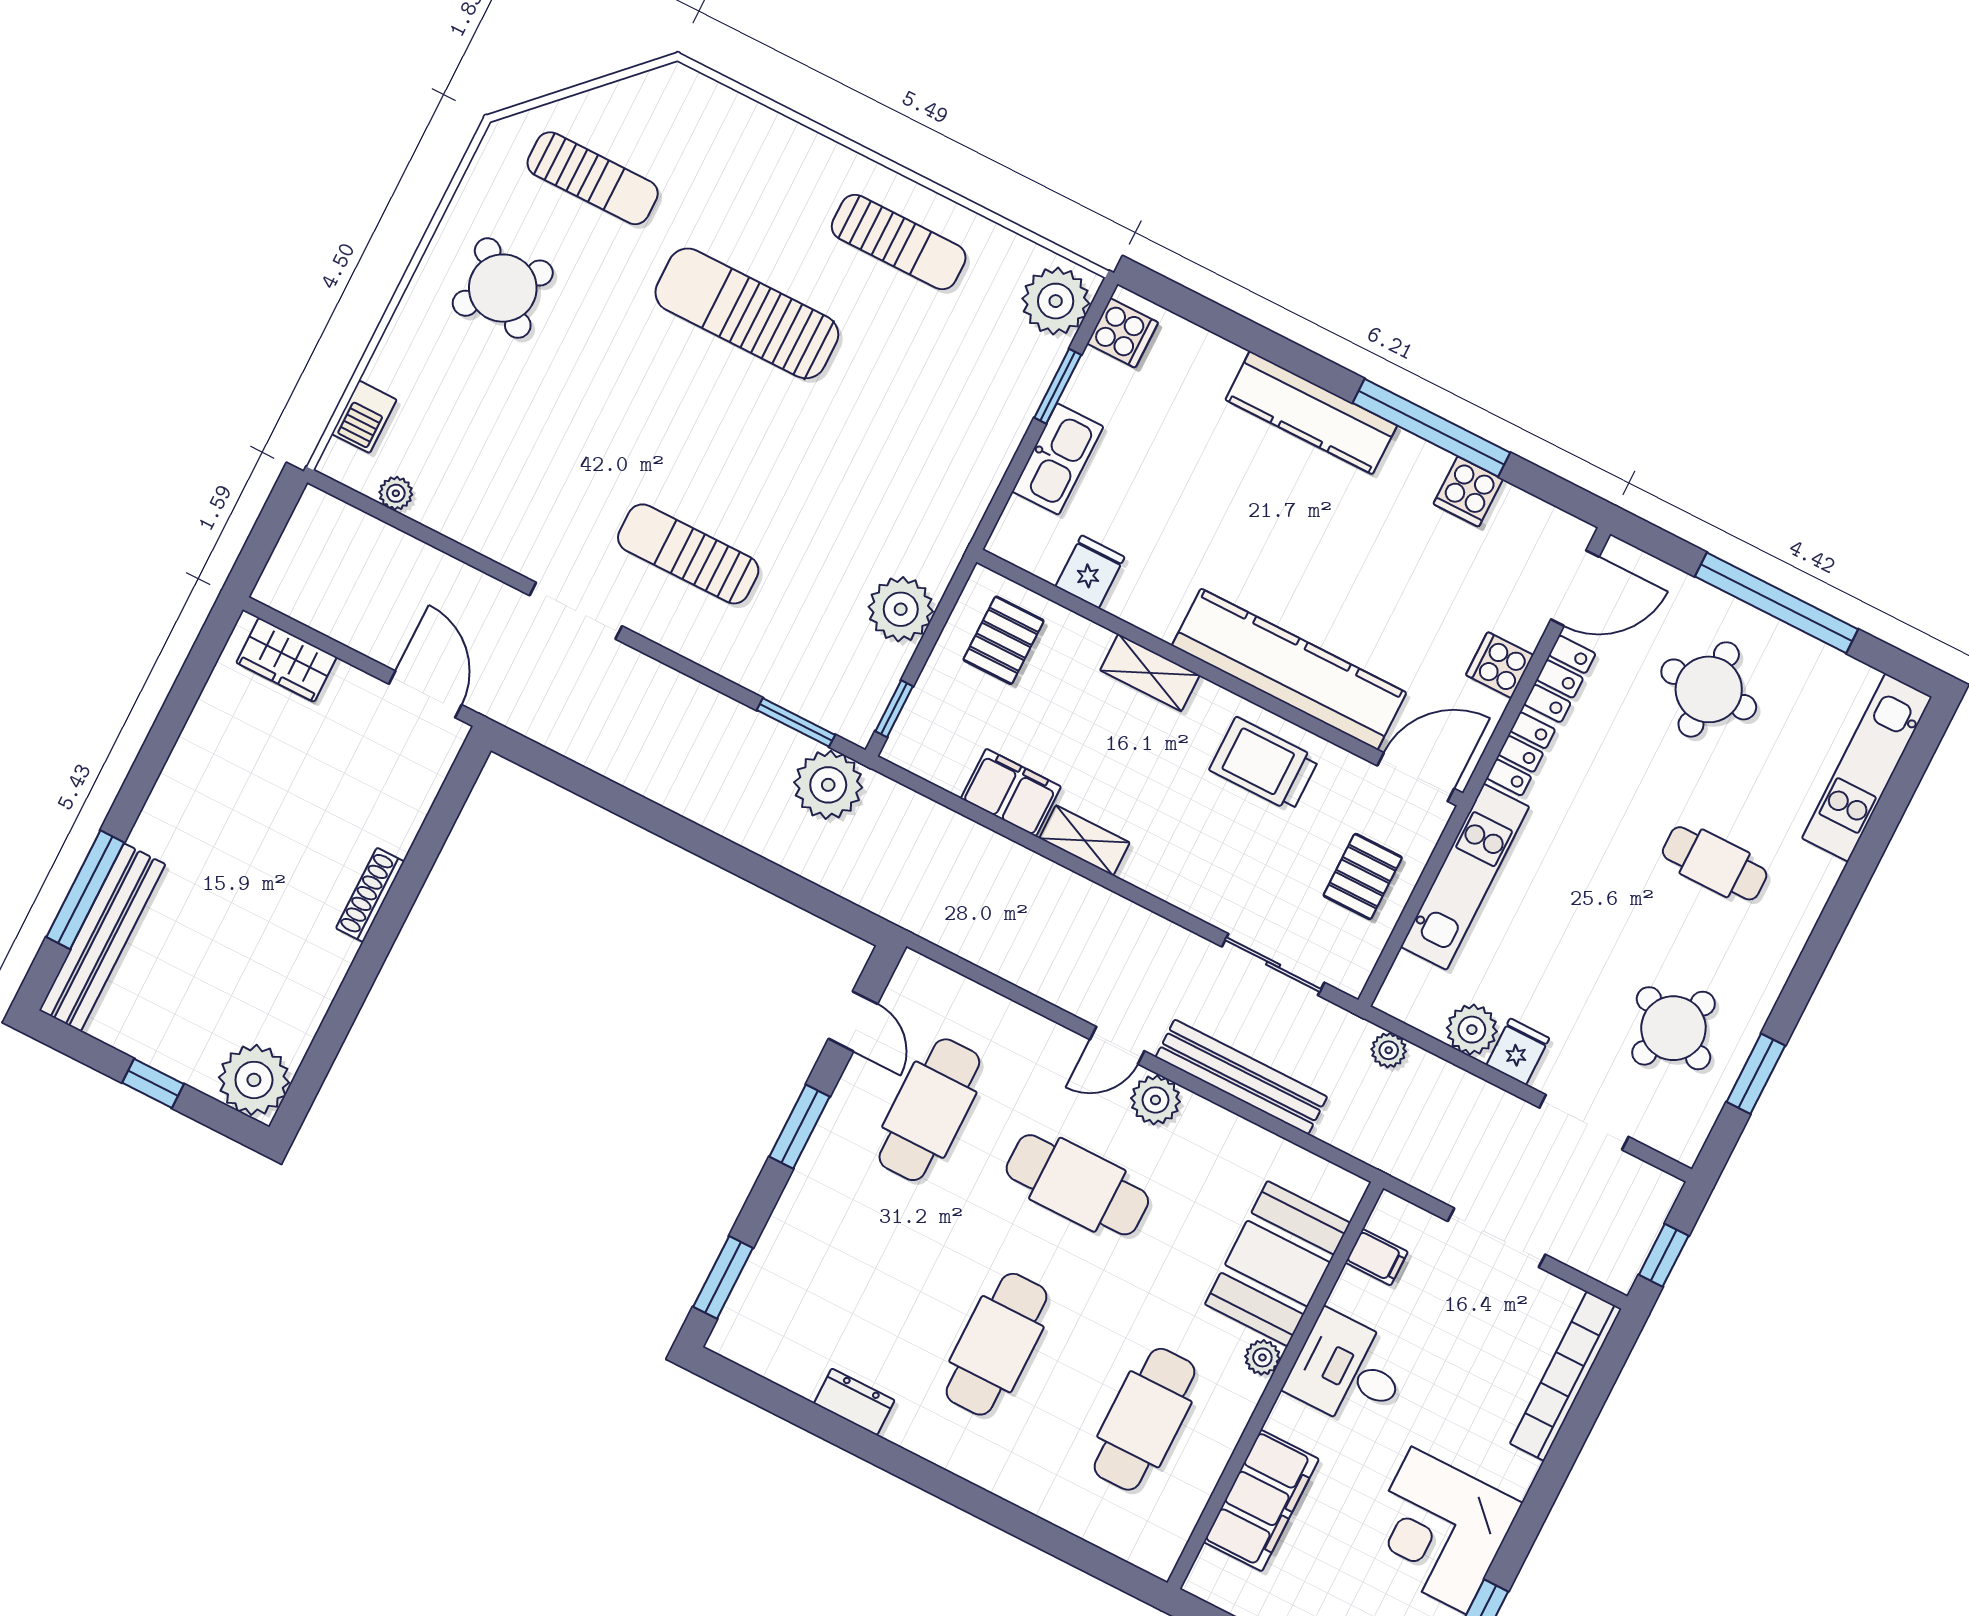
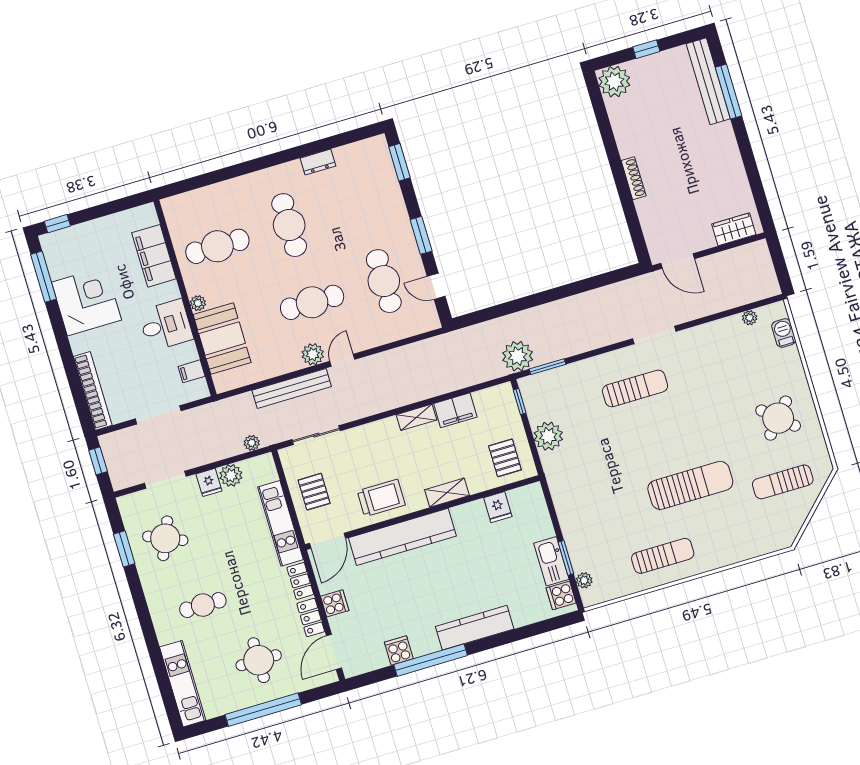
sun lounger: (899, 242) -> (663, 556), turned 180
plant: (1056, 301) -> (584, 580), width x0.53, depth x0.53
kitchen sink: (1058, 459) -> (551, 561), moved
cafe table: (1144, 1419) -> (217, 246), turned 90

